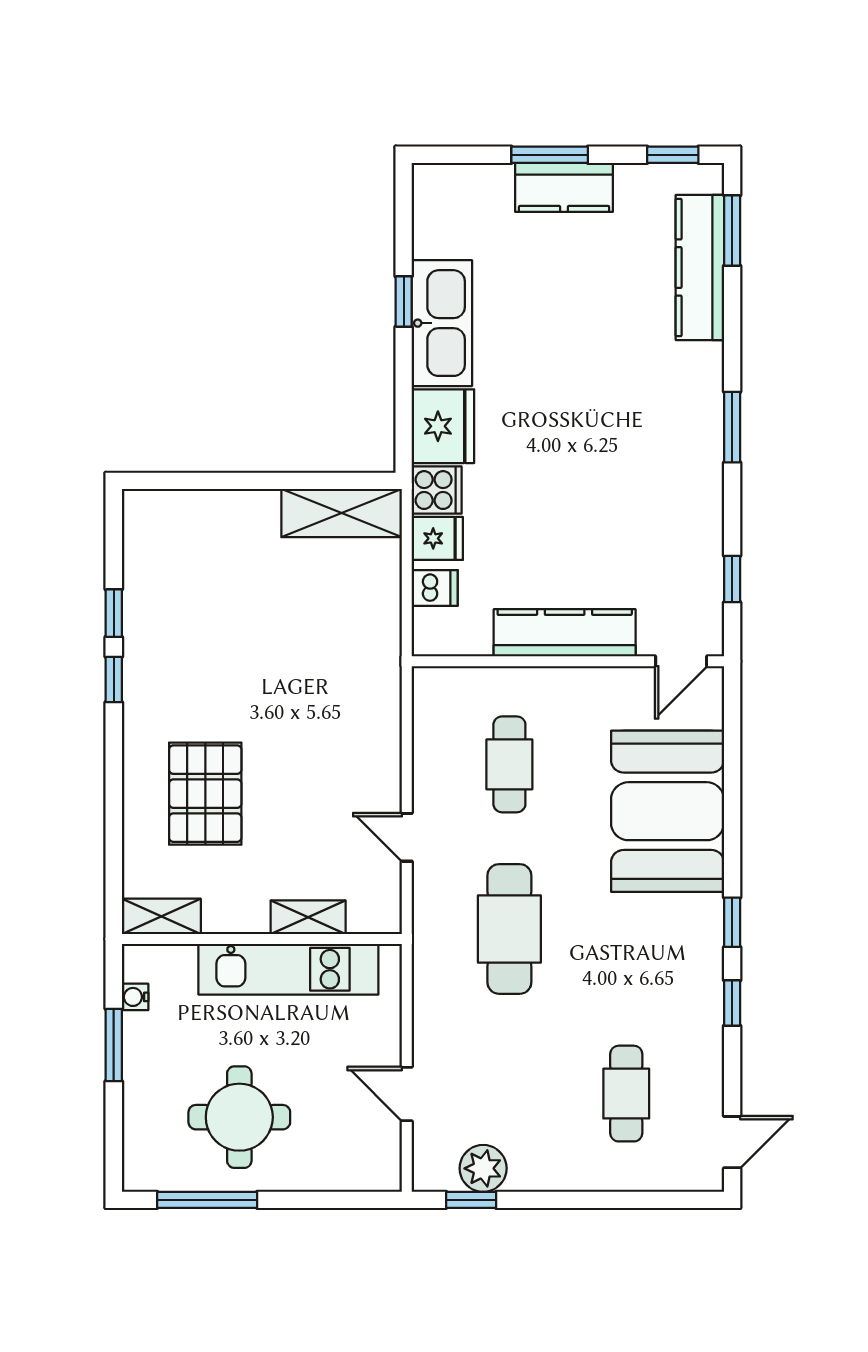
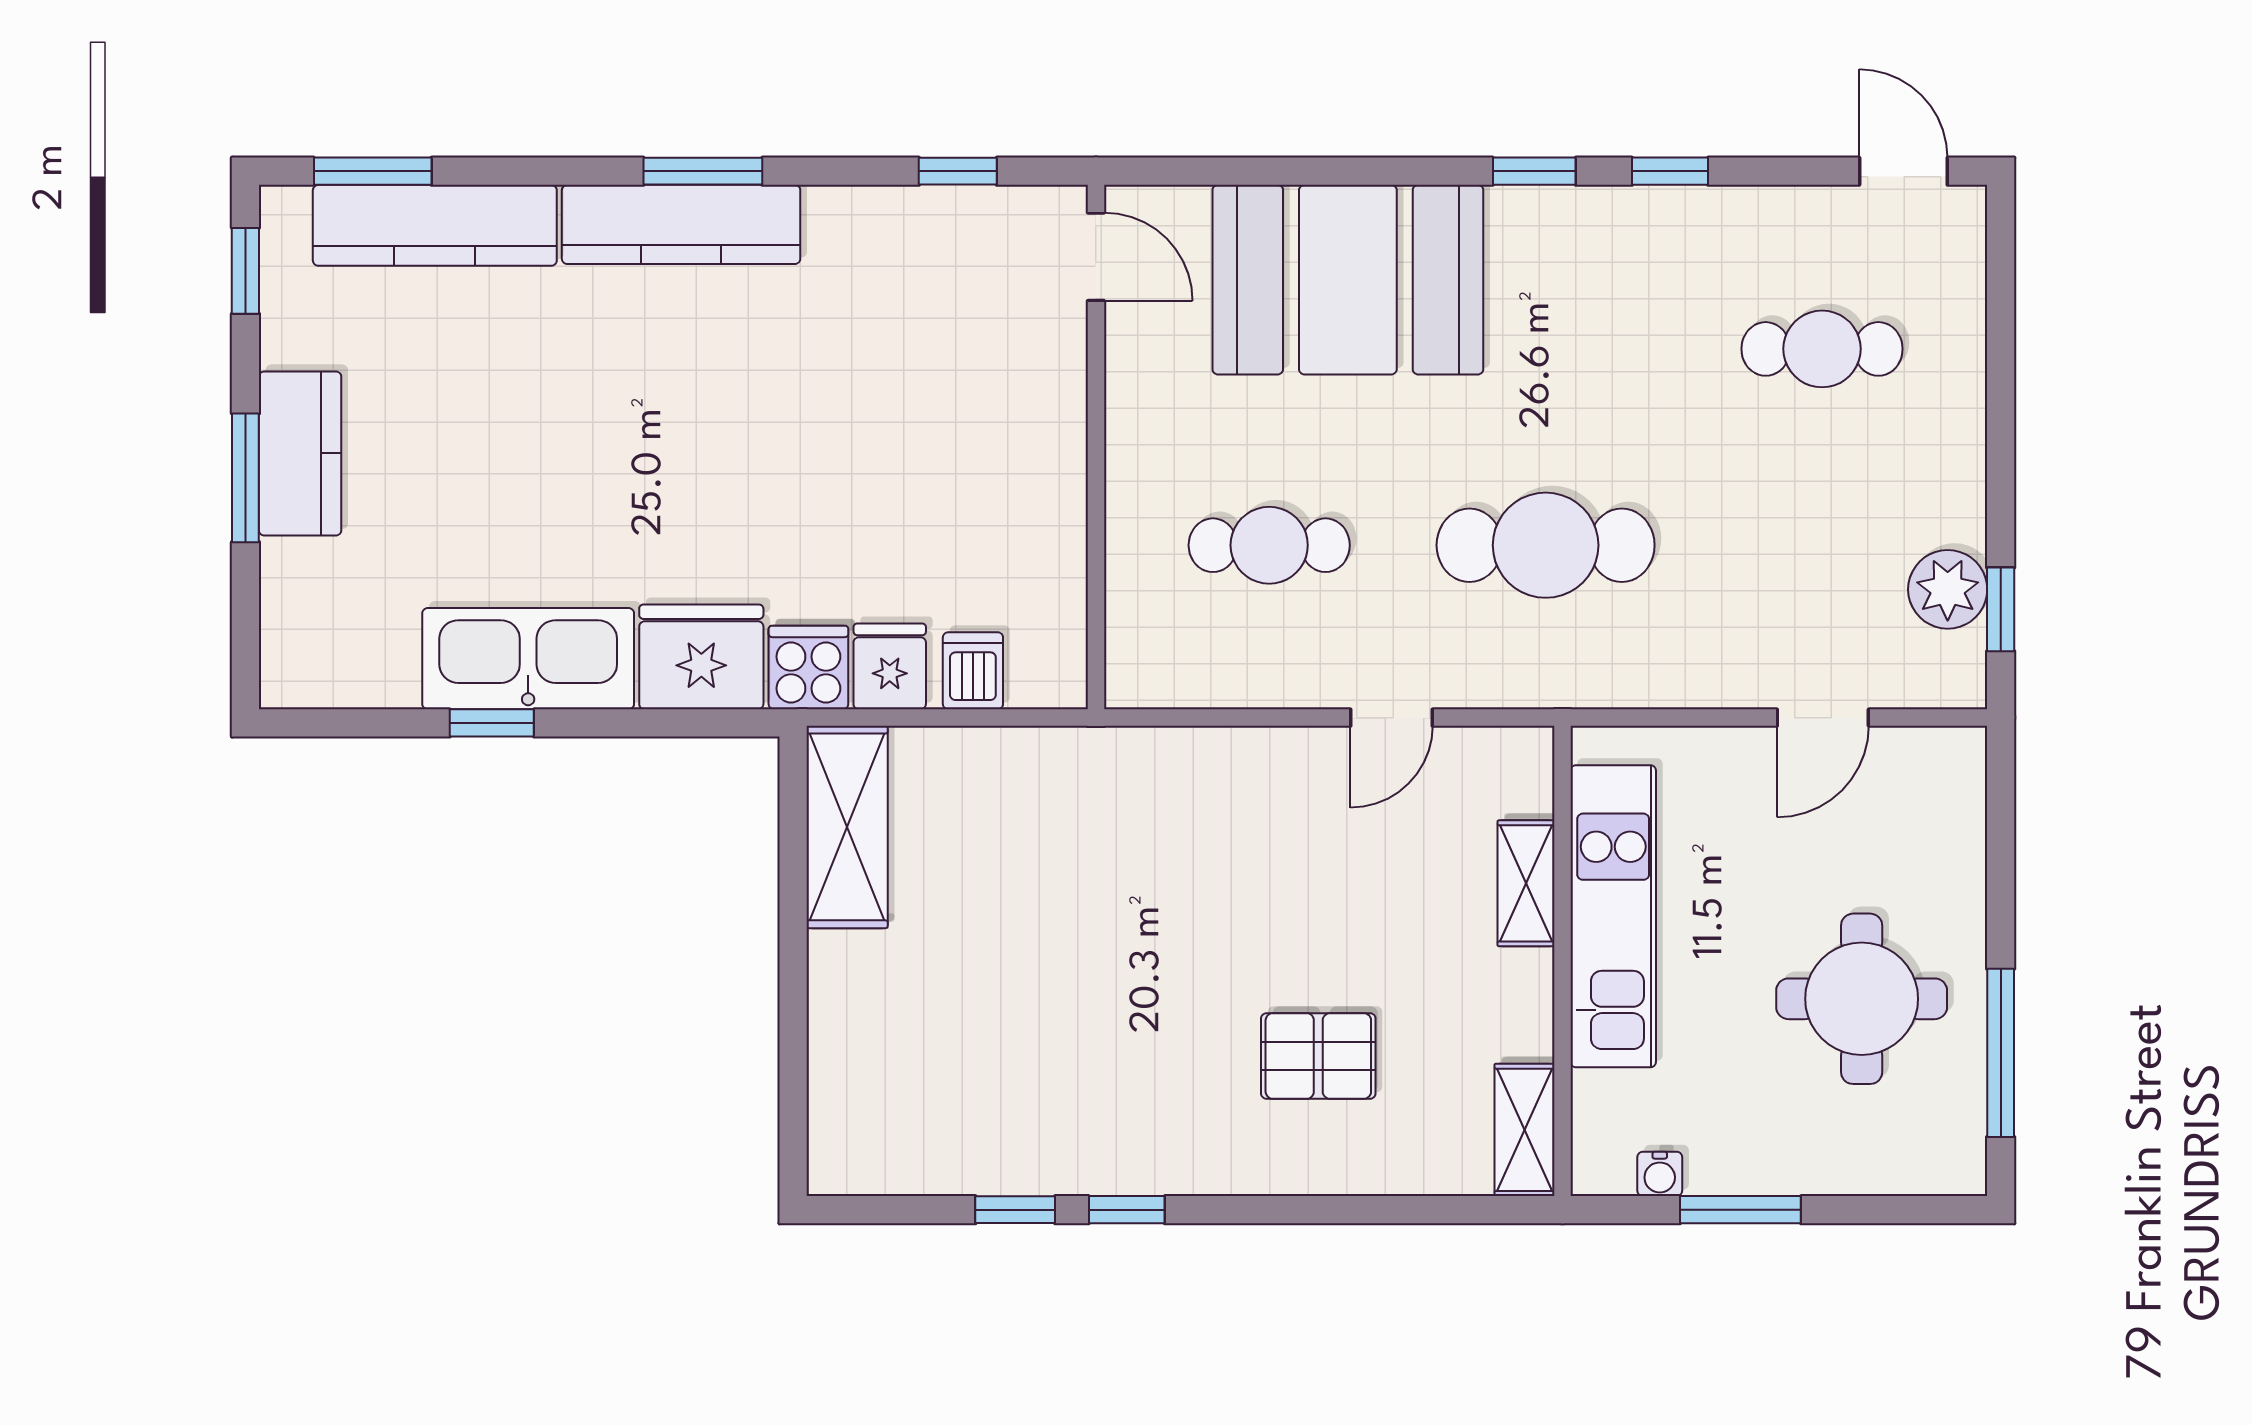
kitchen counter: (565, 633) -> (681, 224), moved, turned -90
pallet: (205, 794) -> (1318, 1056), width x0.67, depth x0.71

